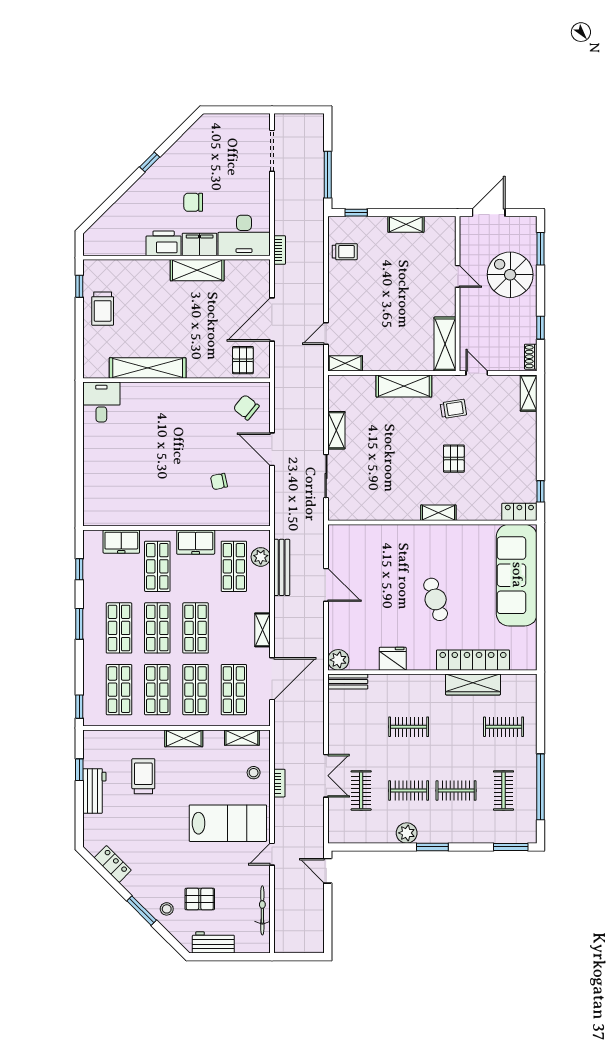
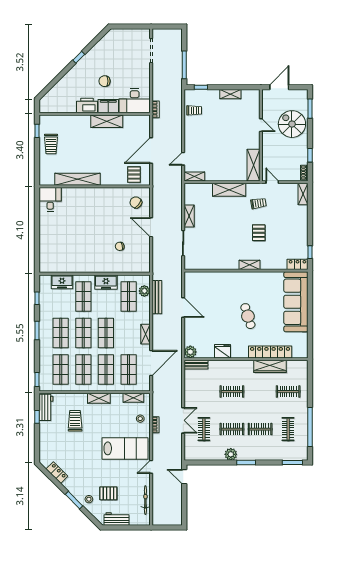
workbench: (94, 791) -> (46, 407), moved

